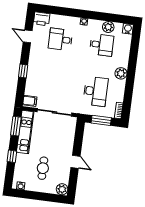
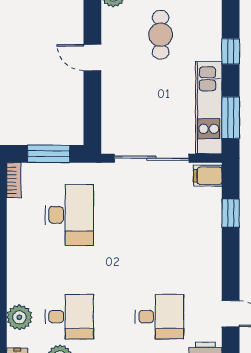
desk: (102, 45) -> (69, 317), turned 180
window: (23, 71) -> (231, 213), moved
plant: (121, 73) -> (19, 317), moved
desk: (95, 91) -> (69, 215), turned 180

